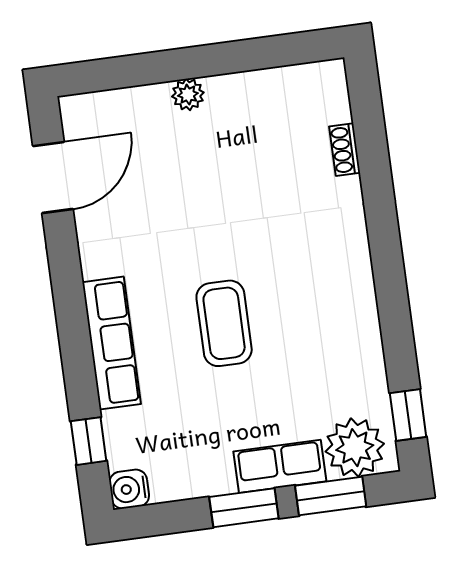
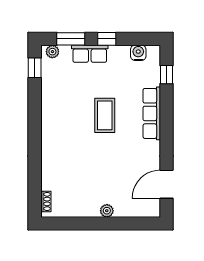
shoe rack: (345, 150) -> (46, 201), moved
plant: (355, 448) -> (52, 52), width x0.53, depth x0.53
water cooler: (129, 489) -> (138, 53), moved, turned -90
window: (244, 508) -> (107, 39), width x0.67

